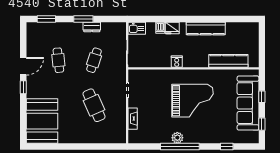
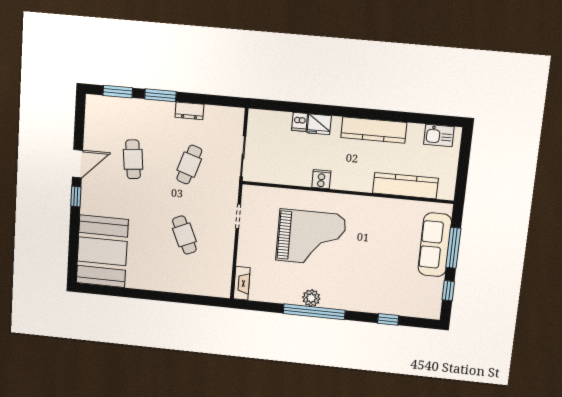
window: (83, 19) -> (160, 95), moved
kitchen sink: (137, 28) -> (439, 135), moved
window: (262, 97) -> (453, 248), width x2.17
grand piano: (193, 101) -> (311, 238), moved
sofa: (248, 103) -> (435, 245), width x0.74, depth x0.79
cafe table: (94, 105) -> (184, 235), width x0.73, depth x0.74
fireplace: (133, 119) -> (242, 283), moved

